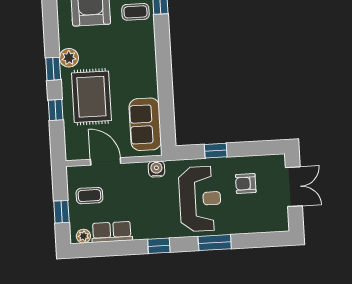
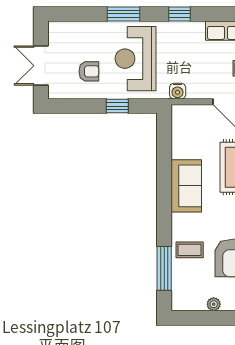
sofa: (145, 124) -> (186, 186), moved

